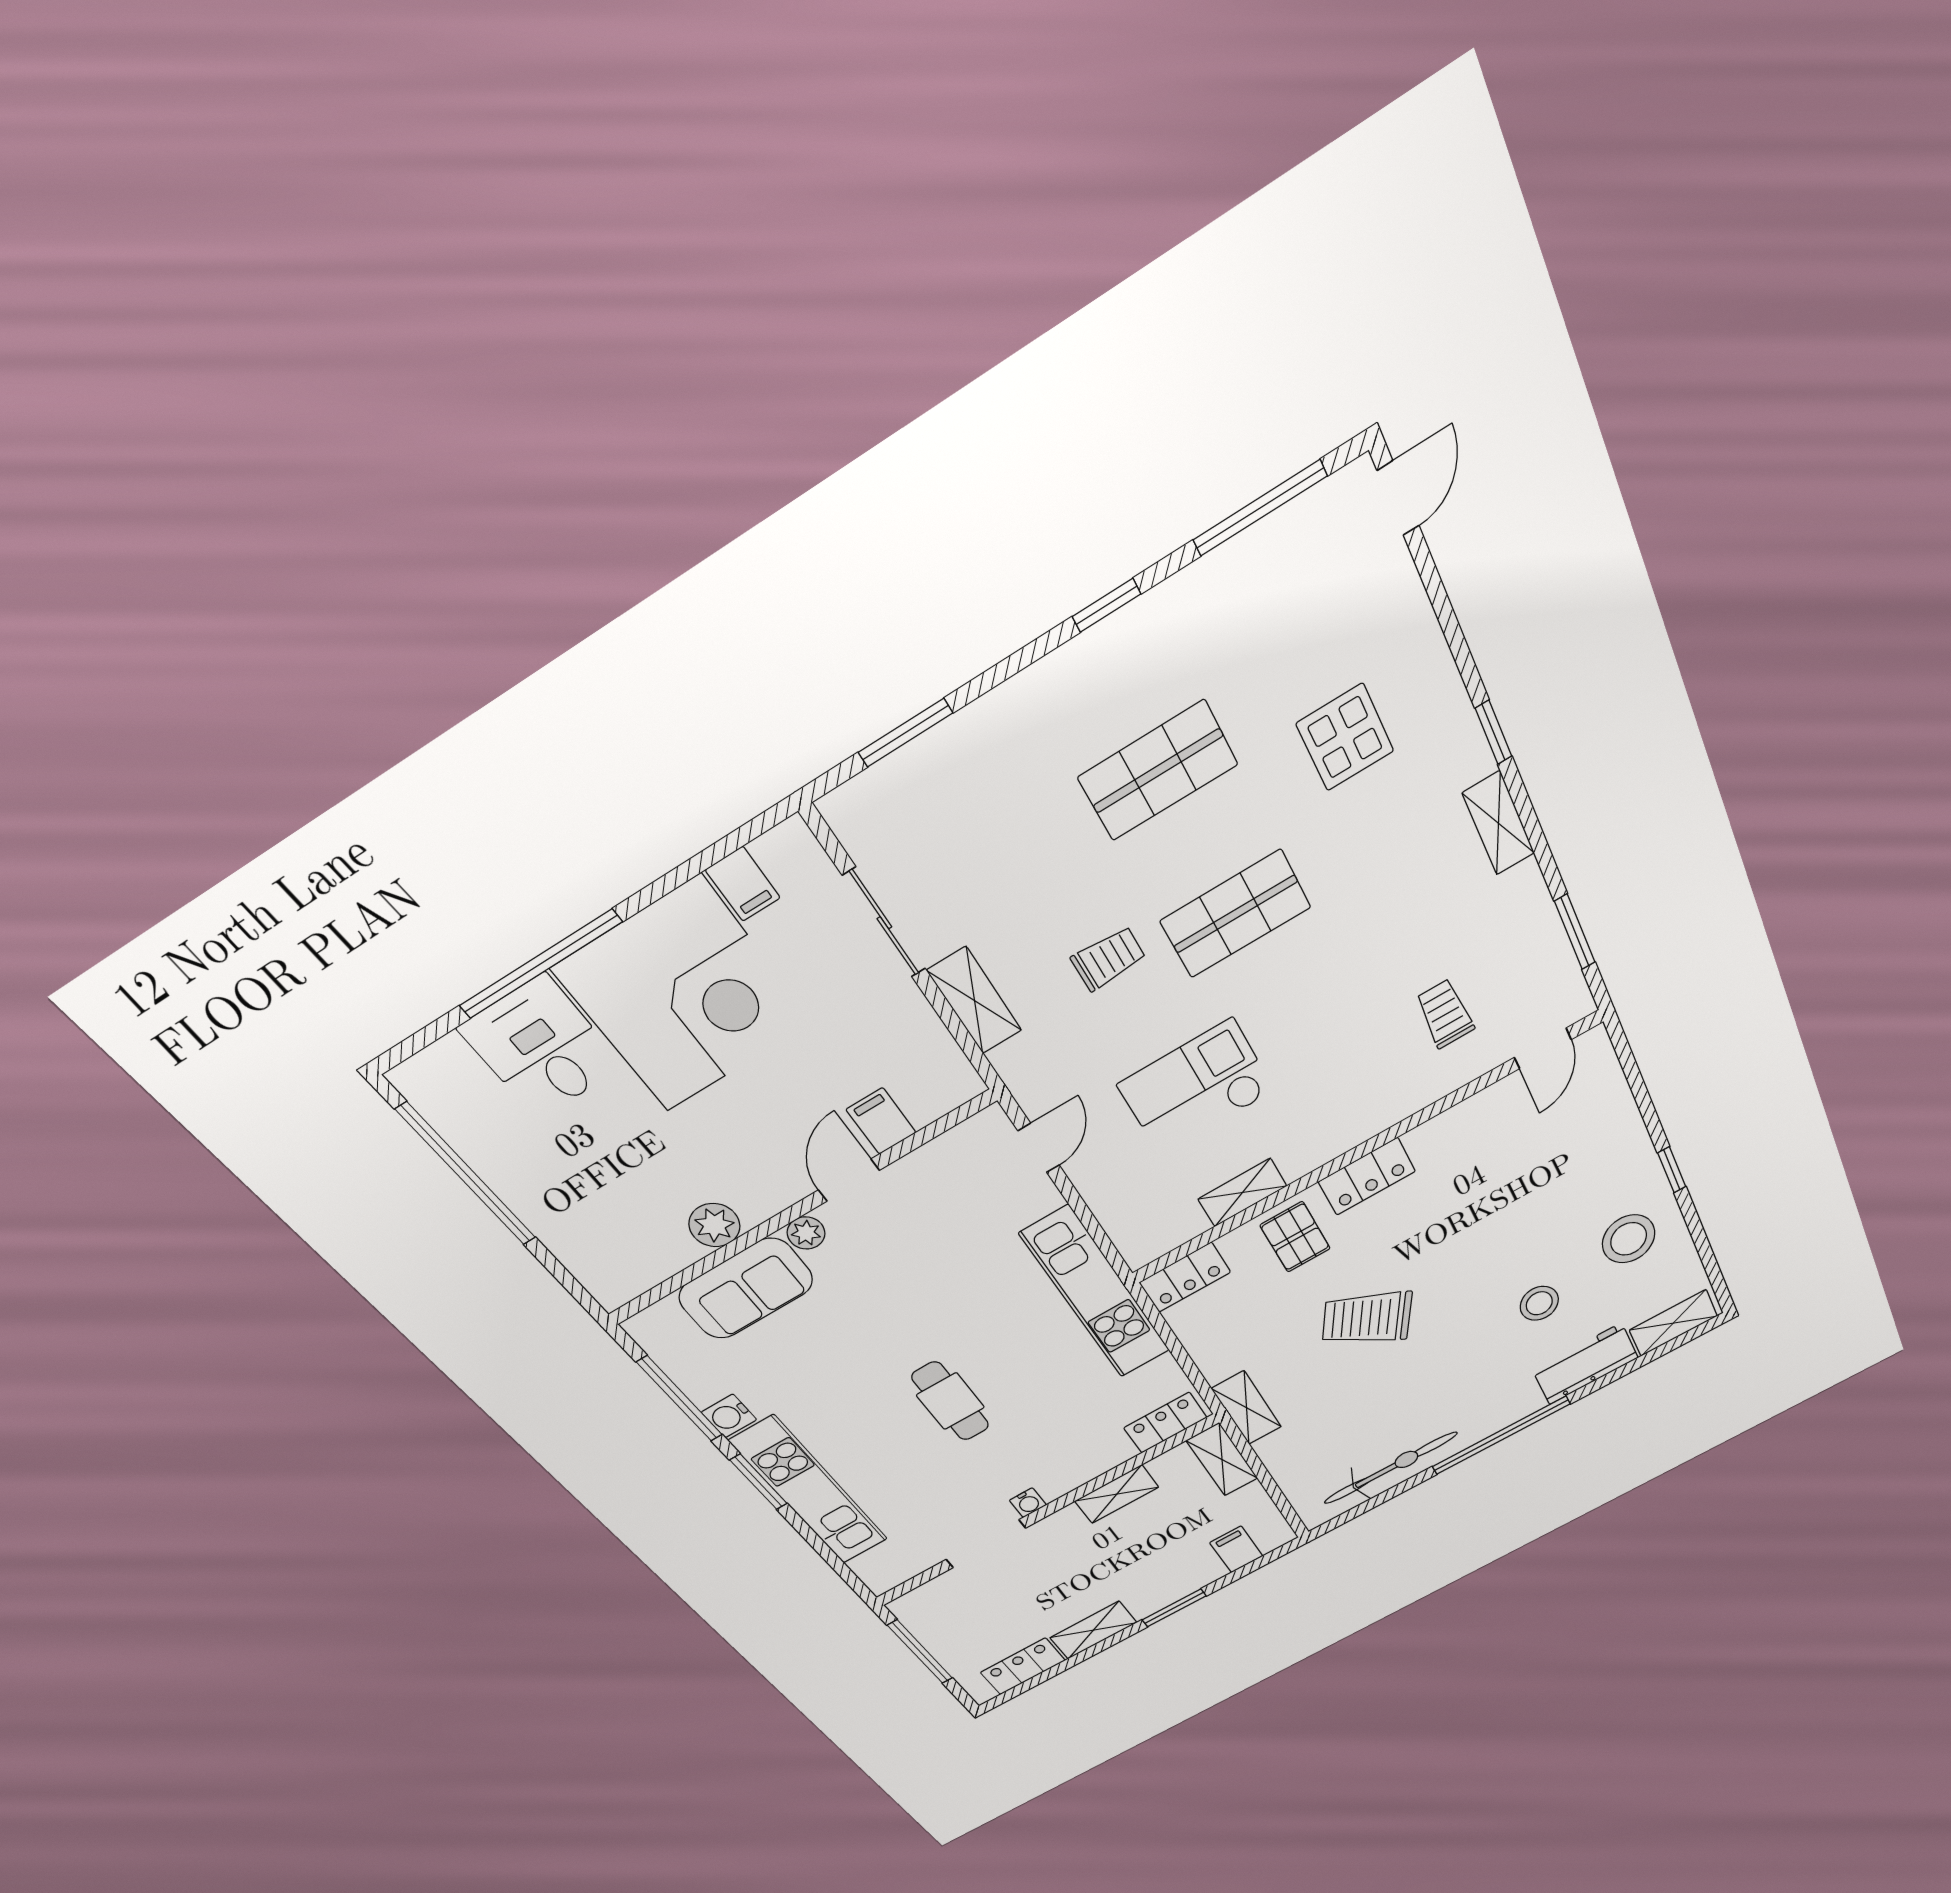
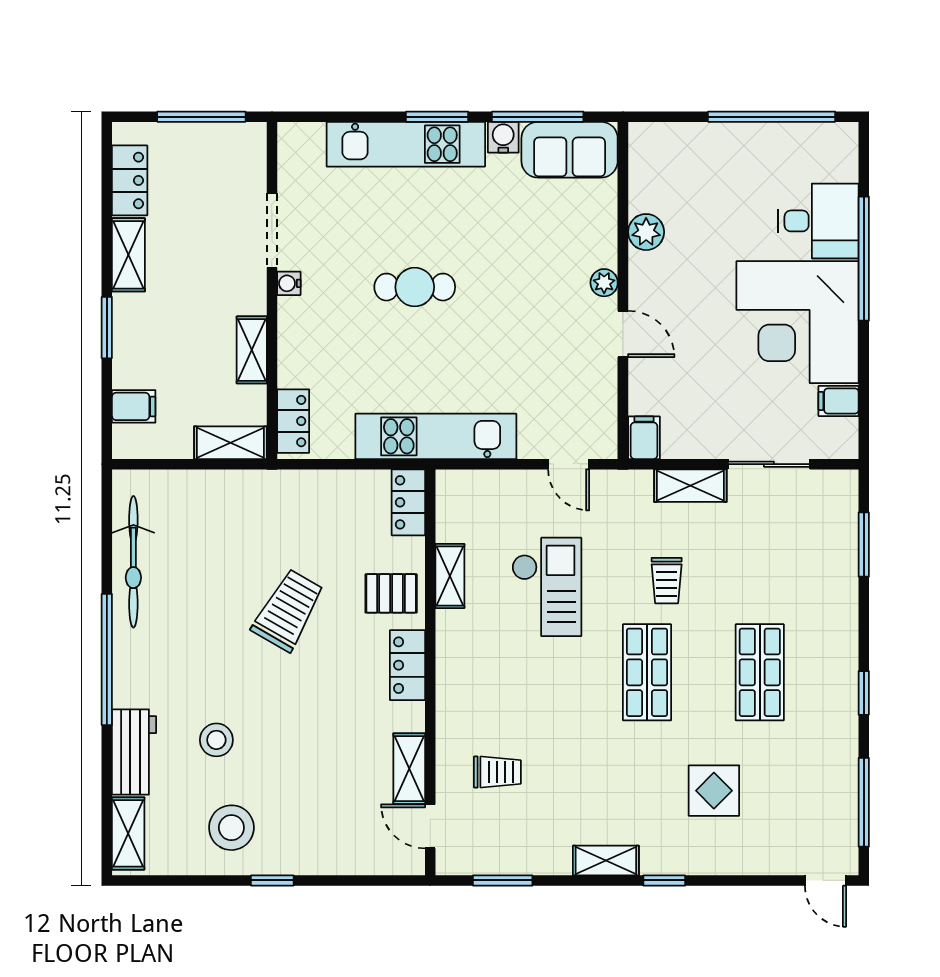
filing cabinet: (881, 1121) -> (644, 438), moved, turned -90
sofa: (746, 1289) -> (570, 150), moved, turned -90
shelving: (1247, 1408) -> (409, 769), moved, turned 90

